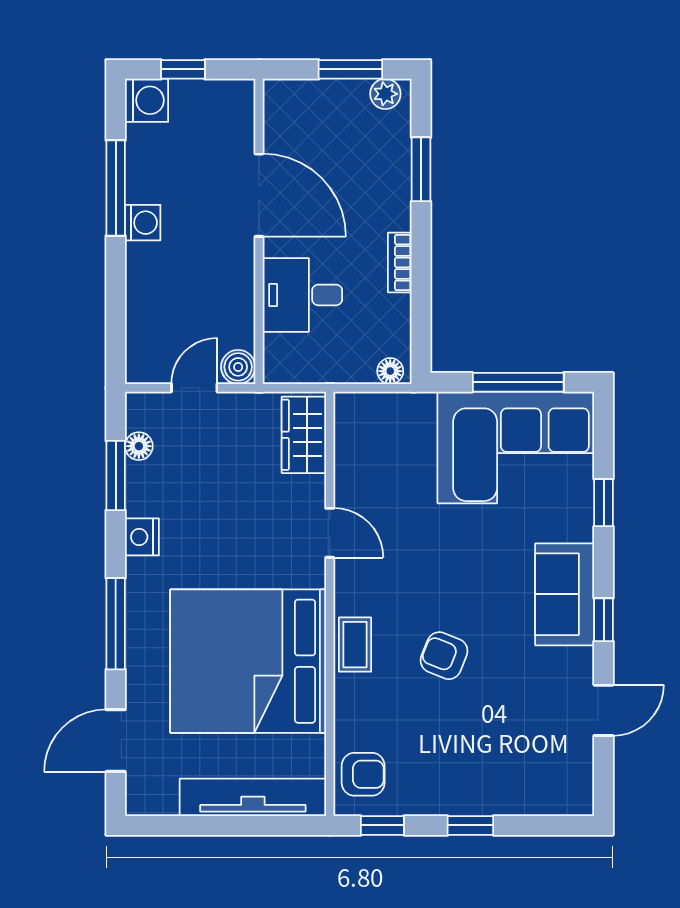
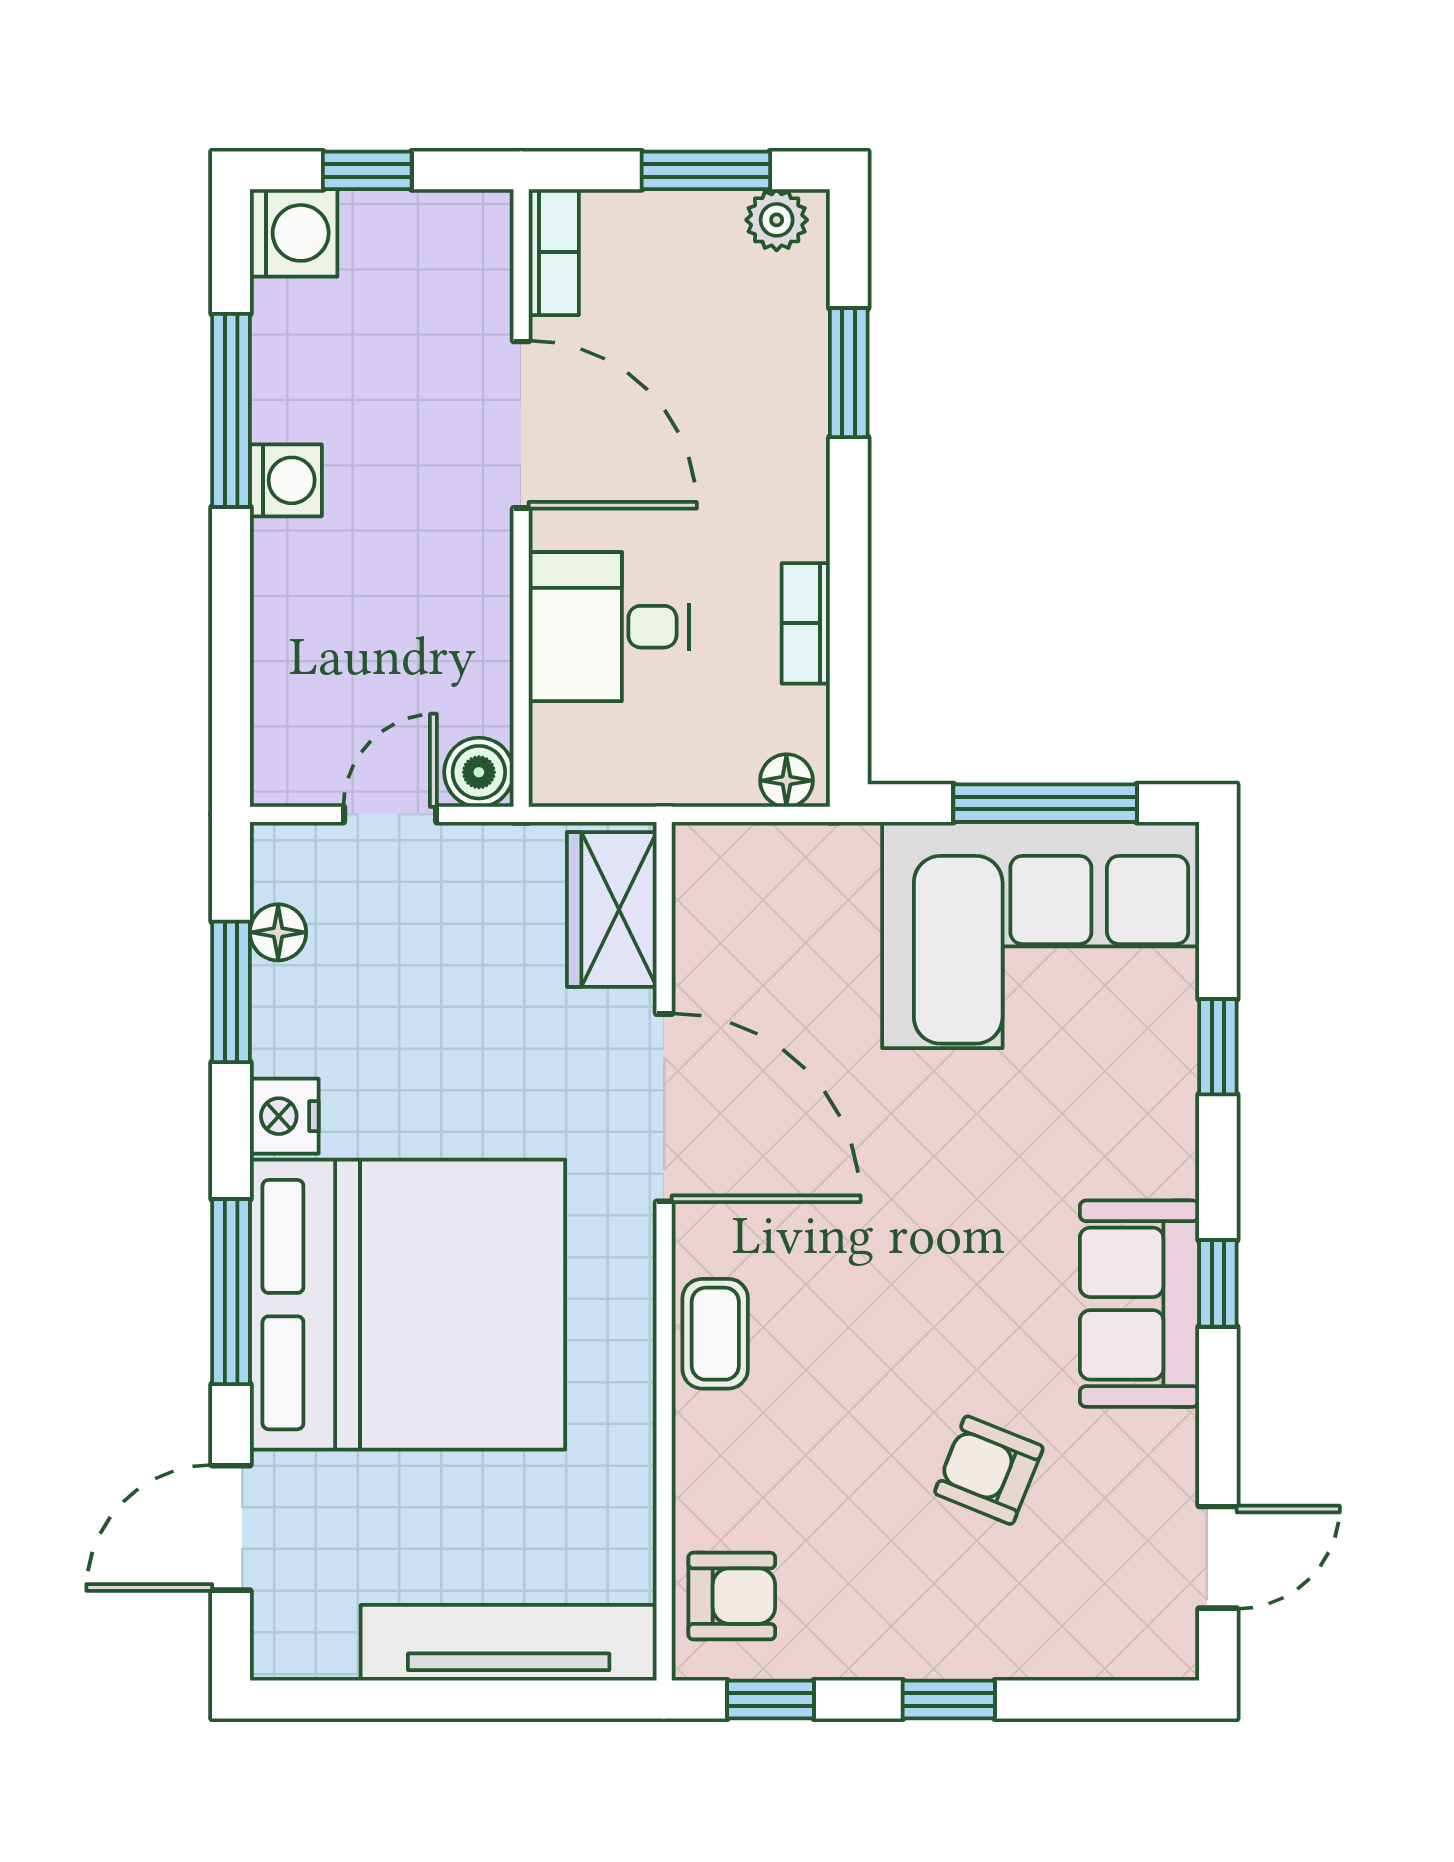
bookcase: (275, 110) -> (554, 252), added
bookcase: (400, 263) -> (806, 623), moved
door: (330, 533) -> (664, 1108), width x1.88
sofa: (565, 594) -> (1139, 1304), moved
armchair: (444, 656) -> (989, 1470), moved
bed: (248, 661) -> (408, 1305), moved, turned 180
door: (604, 710) -> (1218, 1557), moved

